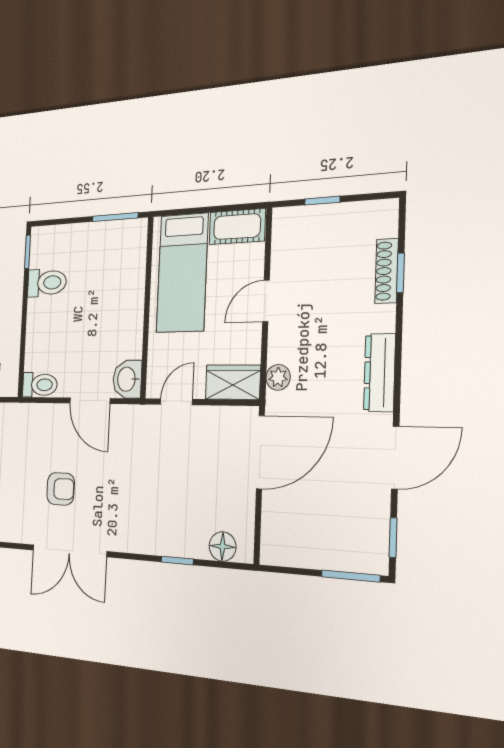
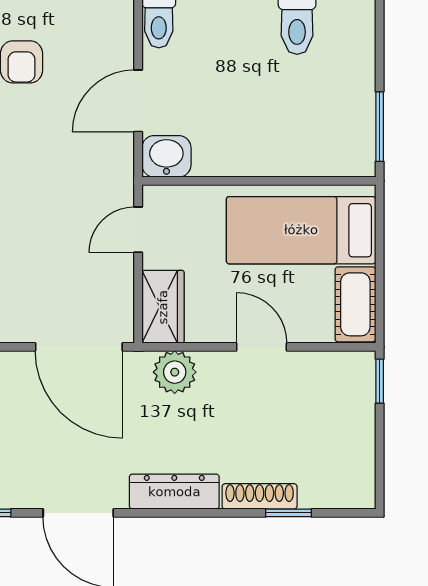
window: (322, 201) -> (380, 381), moved
shoe rack: (387, 271) -> (260, 496), moved
plant: (278, 377) -> (175, 372), width x1.38, depth x1.38
door: (176, 402) -> (138, 230), swing flipped

